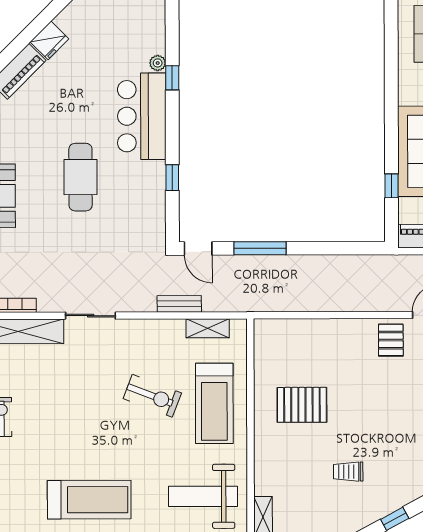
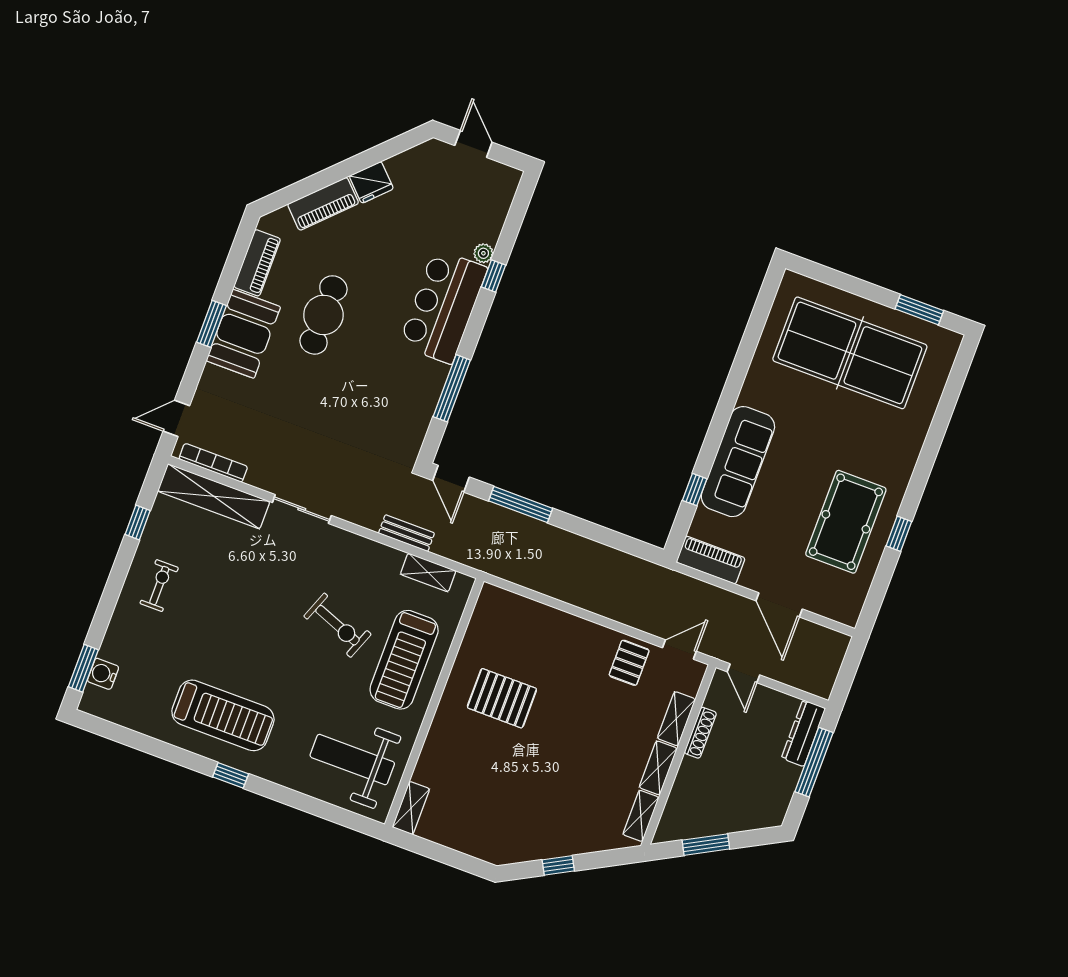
cafe table: (81, 177) -> (323, 315), moved
window: (172, 178) -> (452, 388), width x2.17
trolley: (348, 472) -> (526, 793), removed

